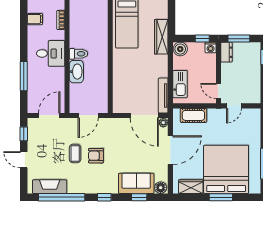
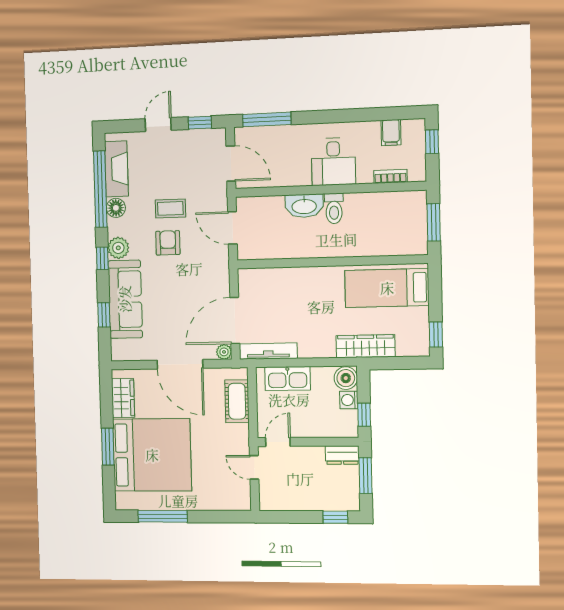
washing machine: (211, 47) -> (349, 400), moved
window: (24, 76) -> (267, 119), moved
sofa: (136, 183) -> (125, 299), width x1.36
plant: (98, 187) -> (118, 248), added
floor lamp: (161, 188) -> (116, 208), moved

